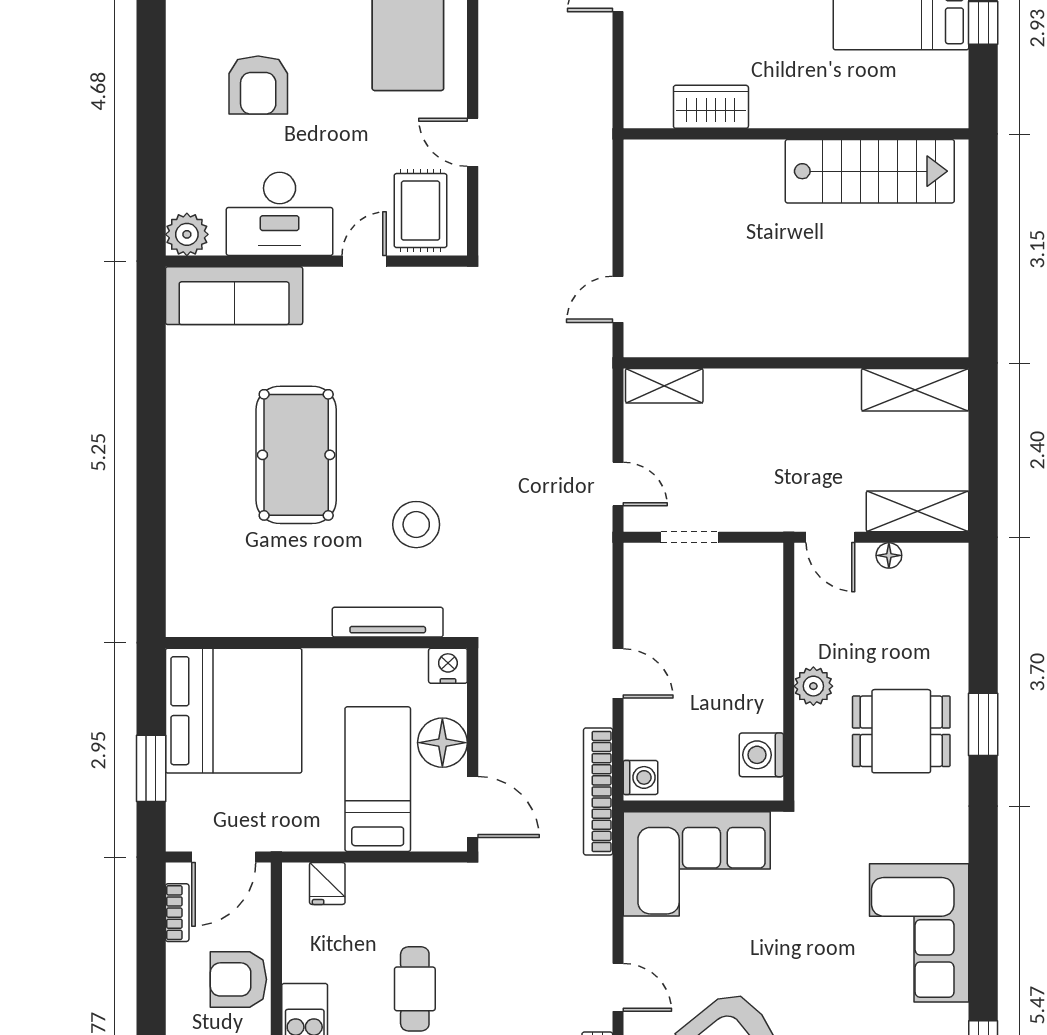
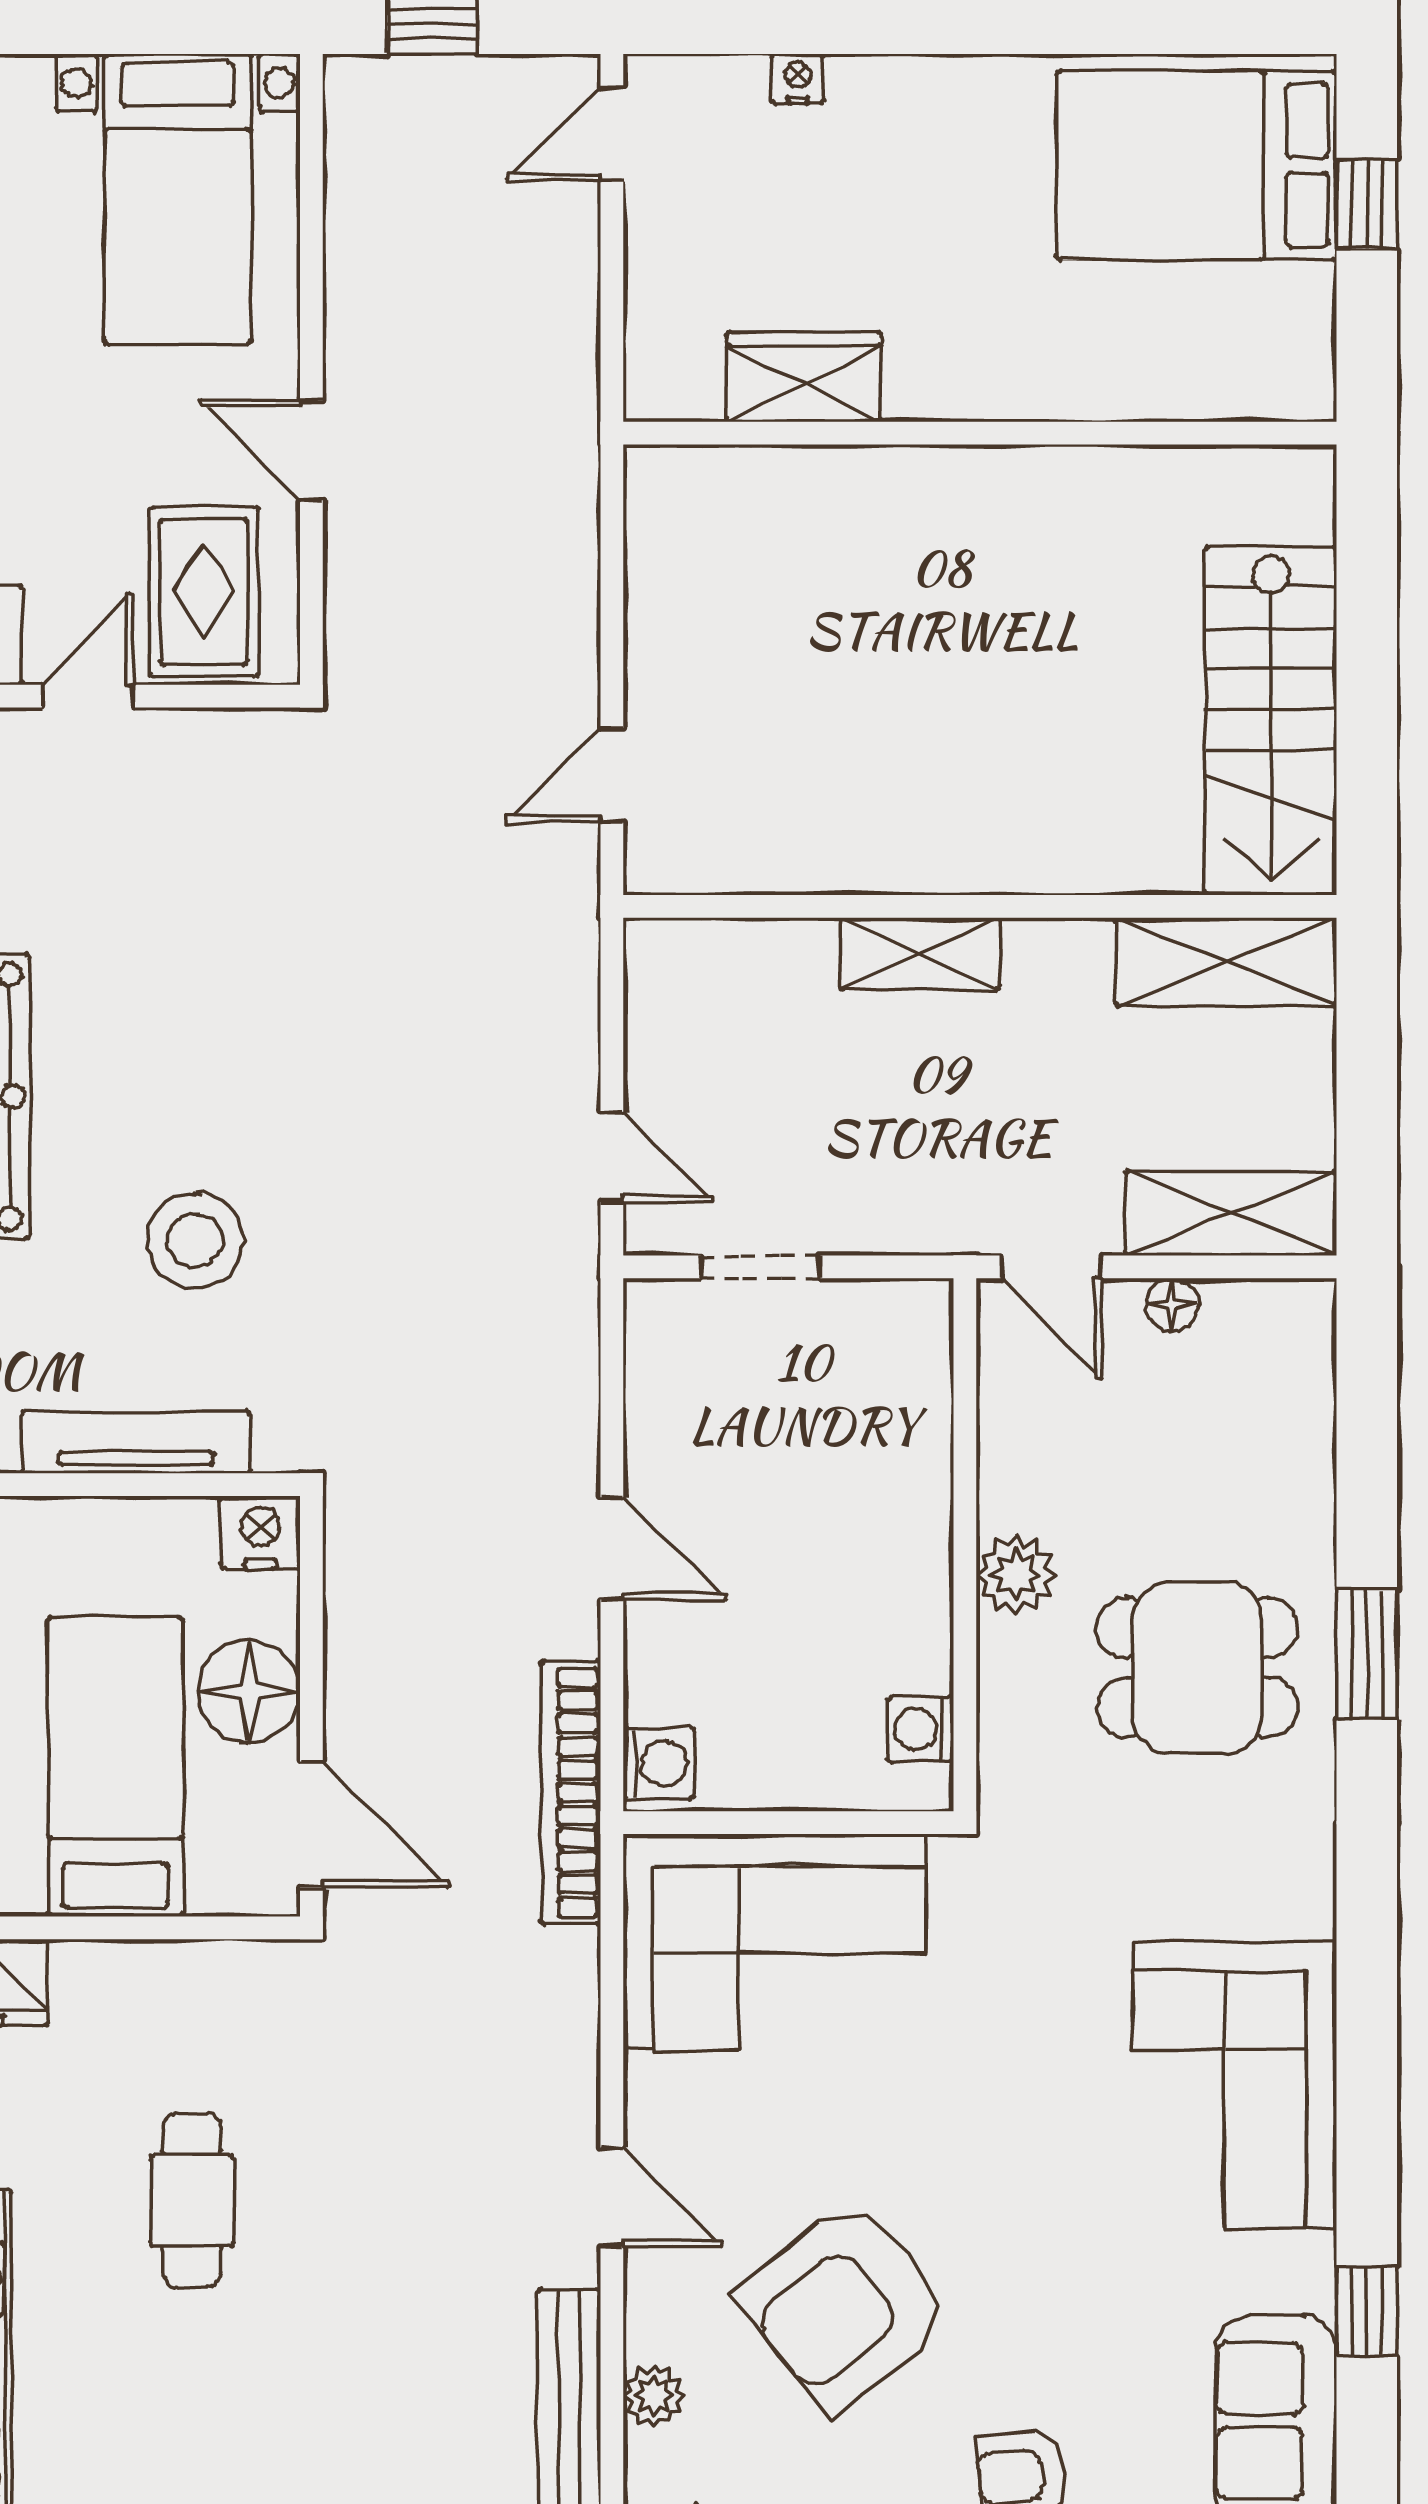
stairs: (870, 171) -> (1271, 721), moved, turned 90
shelving: (664, 386) -> (920, 954), moved
washing machine: (761, 755) -> (921, 1729), width x0.73, depth x0.73

